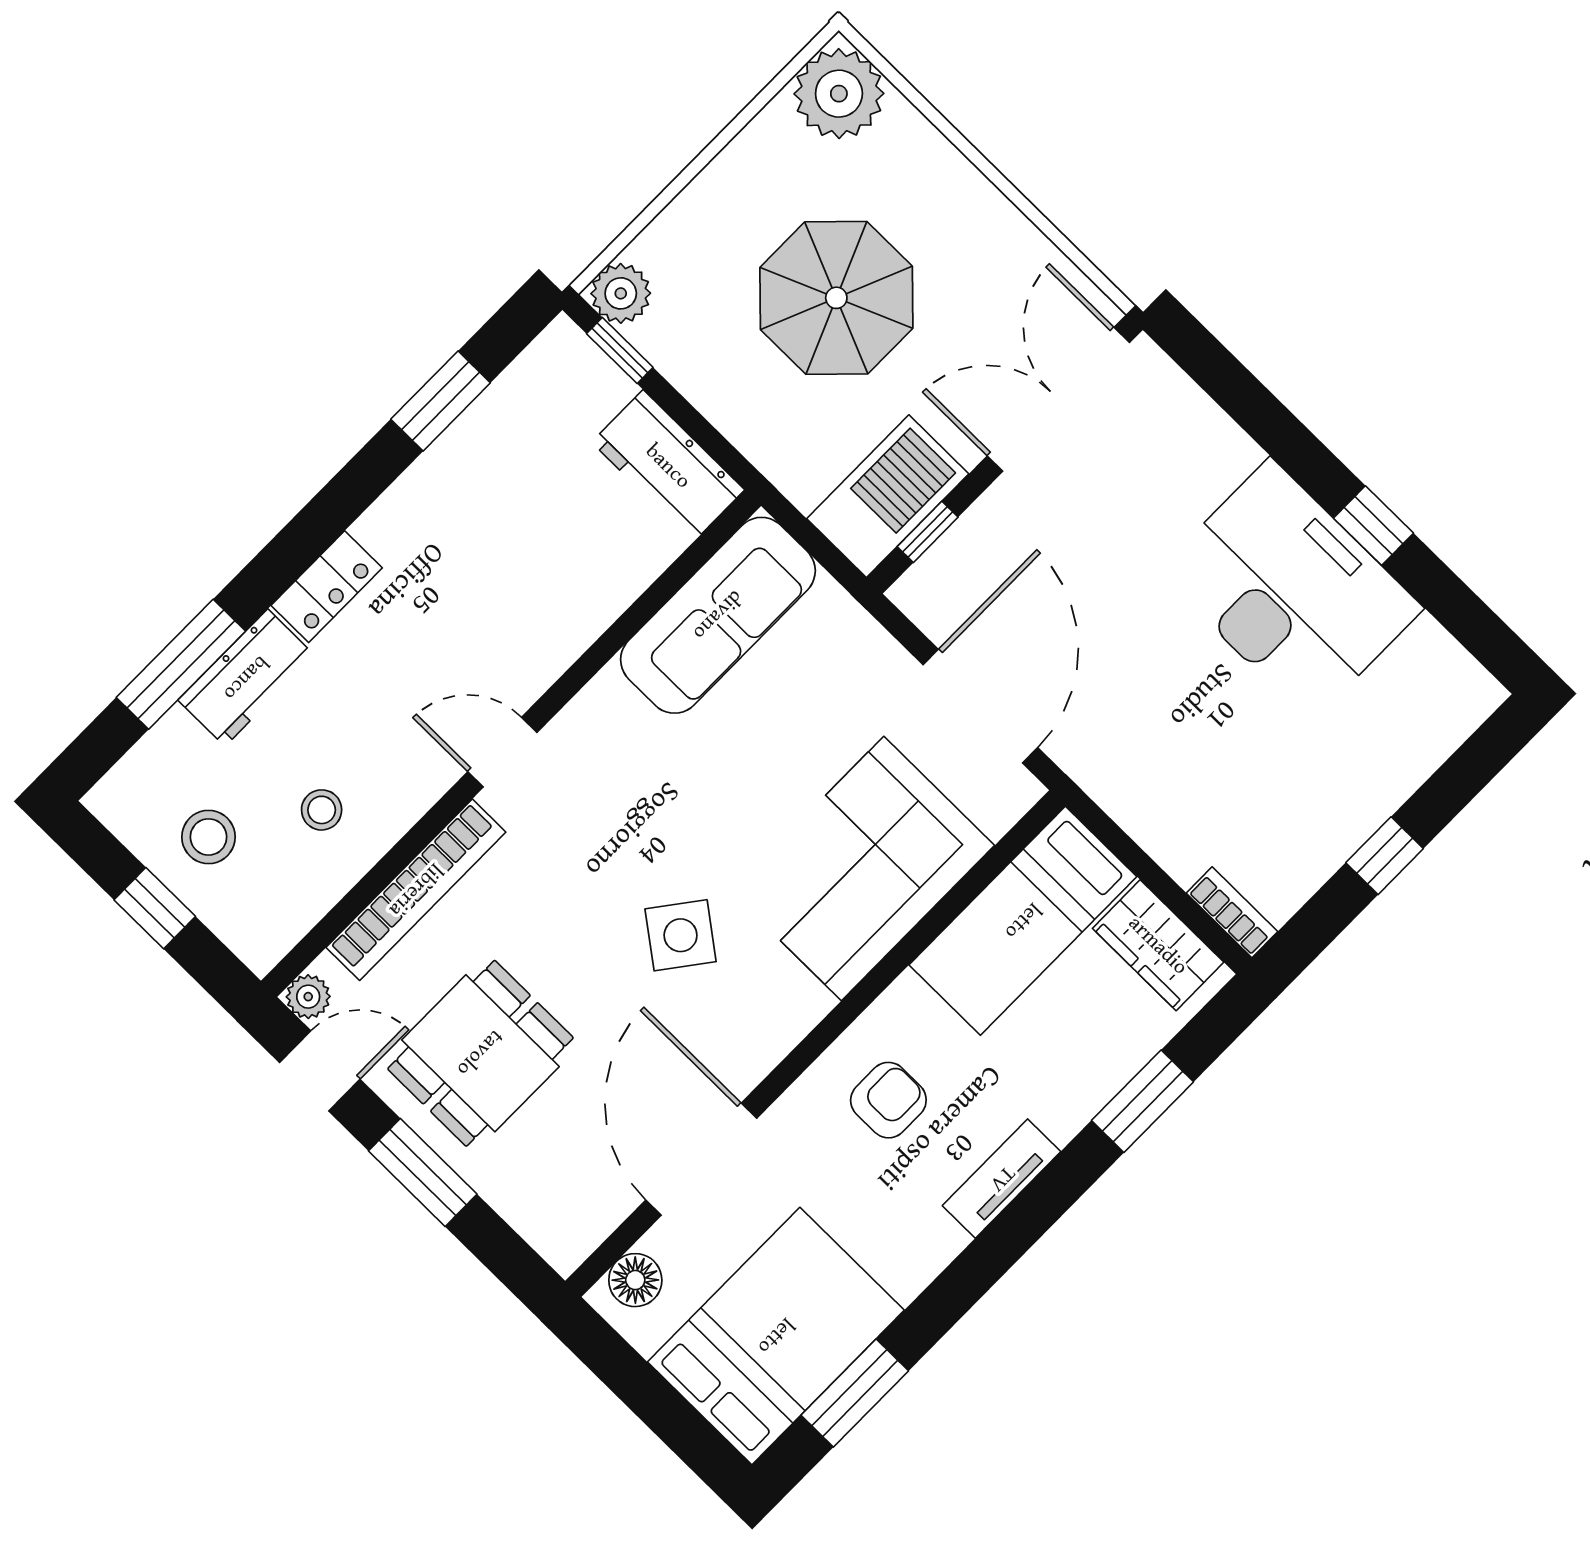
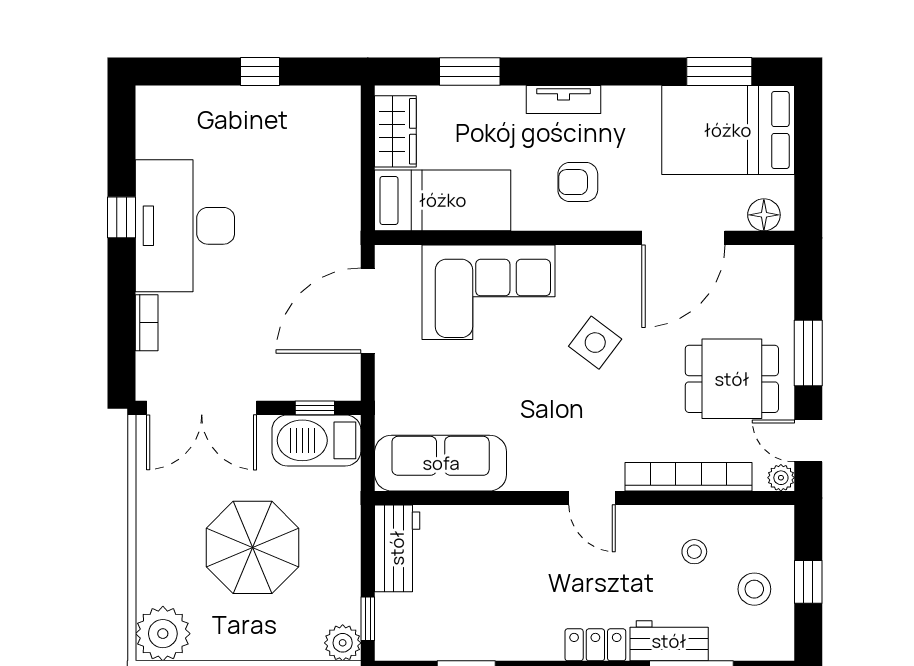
bookcase: (1232, 912) -> (147, 323), moved, turned 180

